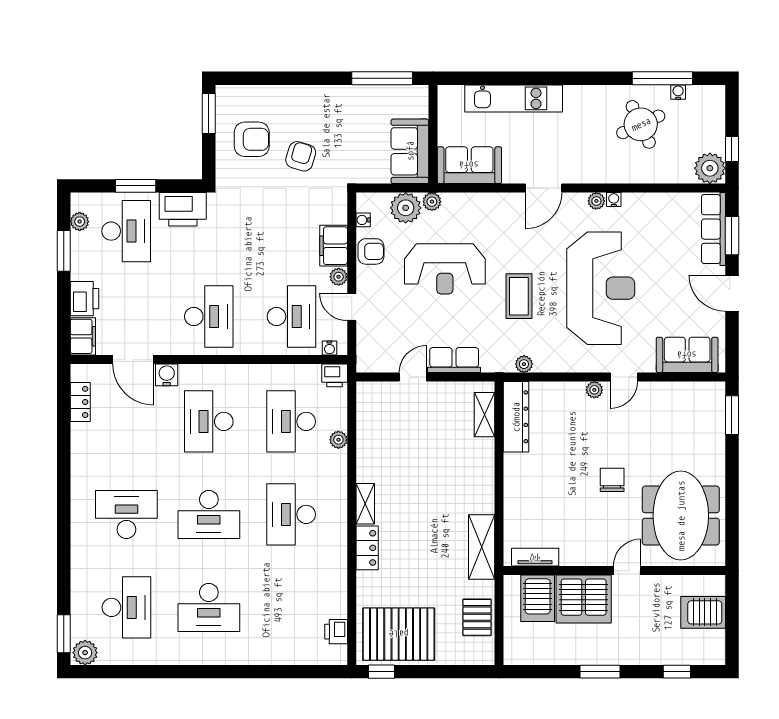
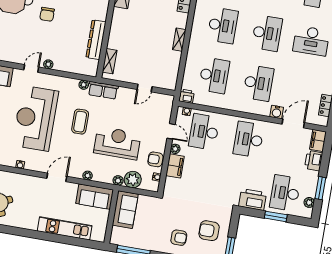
armchair: (301, 156) -> (179, 238), moved, turned -107
plant: (596, 201) -> (88, 176), moved
door: (133, 360) -> (293, 123), hinge flipped
row of seats: (454, 360) -> (103, 90), moved
dresser: (516, 417) -> (96, 40), moved
plant: (338, 440) -> (190, 61), removed
shelving: (365, 504) -> (179, 40), moved
desk: (209, 514) -> (267, 33), turned 90

